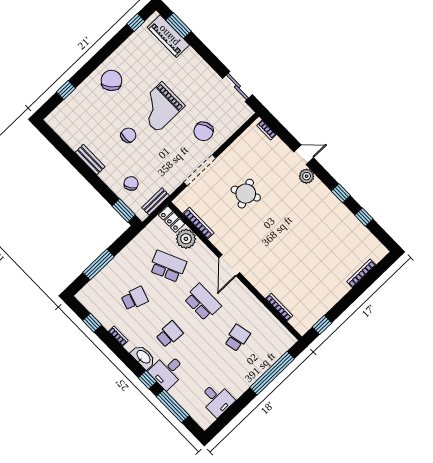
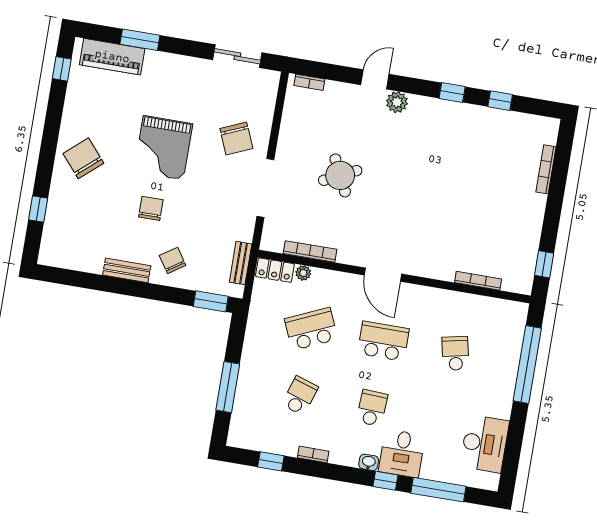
window: (178, 26) -> (140, 40), moved
chair: (131, 183) -> (173, 260), moved
plant: (186, 239) -> (303, 273), width x0.53, depth x0.53
washbasin: (143, 357) -> (369, 462), width x0.52, depth x0.69
desk: (217, 399) -> (485, 444), width x1.37

